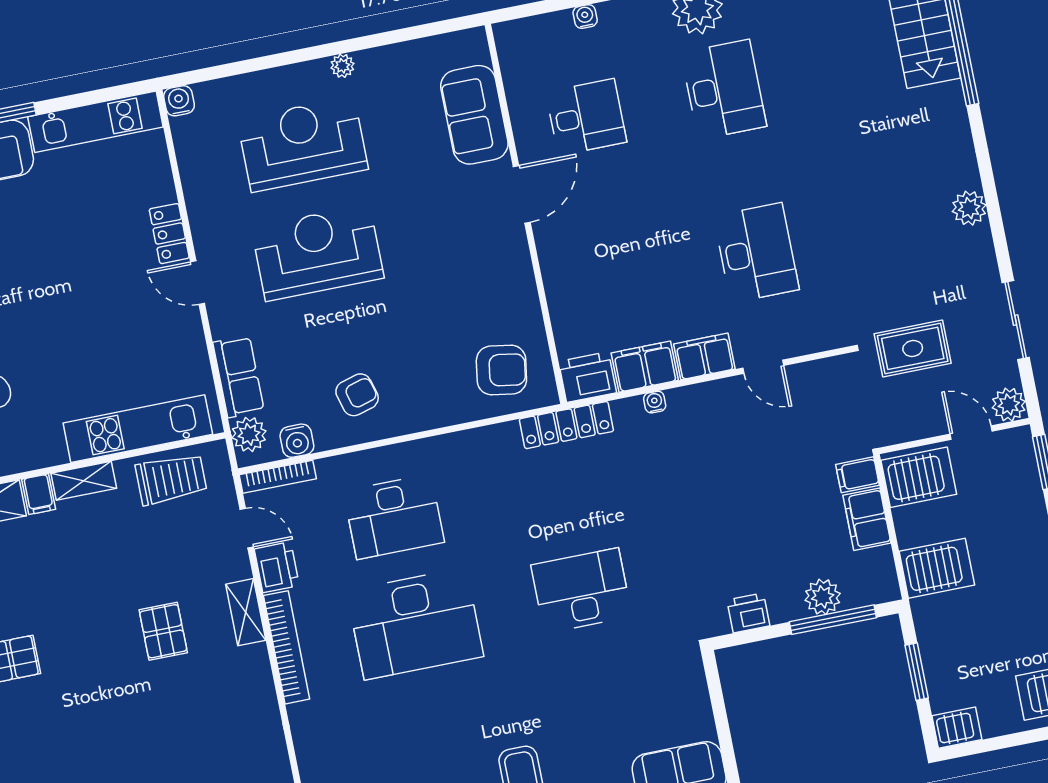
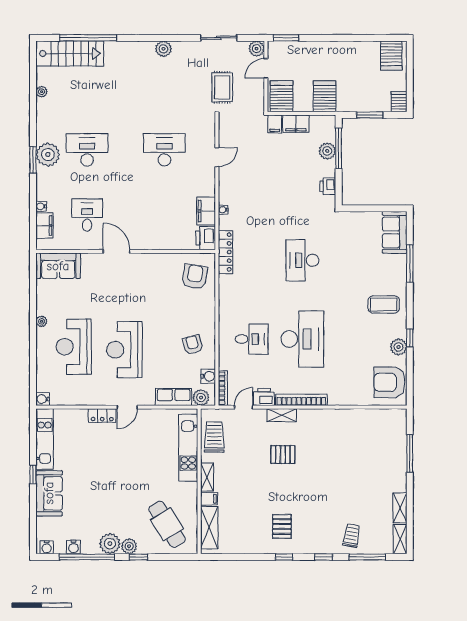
sofa: (474, 115) -> (58, 266), moved
filing cabinet: (704, 356) -> (45, 226), moved, turned 180
desk: (394, 517) -> (252, 339), width x0.73

